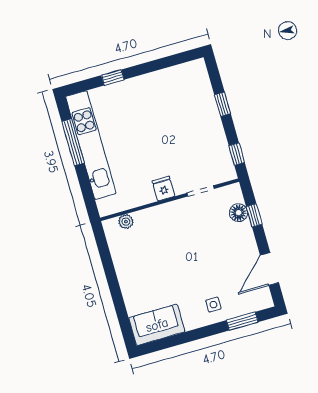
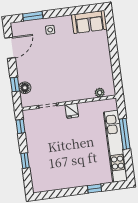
window: (73, 142) -> (125, 134), moved

